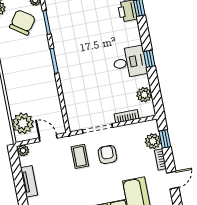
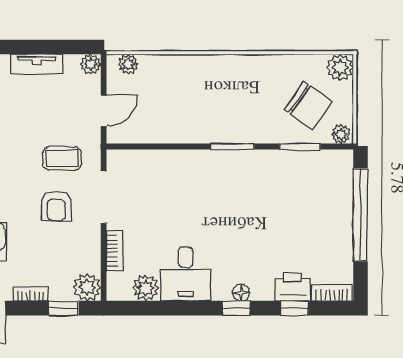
floor lamp: (136, 40) -> (241, 293), added
window: (149, 59) -> (236, 308), moved
desk: (130, 62) -> (186, 274), moved
plant: (23, 123) -> (128, 64), width x0.53, depth x0.53
plant: (153, 141) -> (87, 287), moved
armchair: (107, 155) -> (56, 206), turned 90

